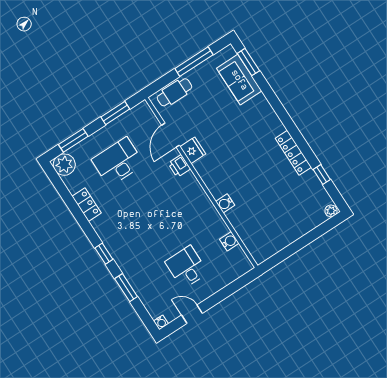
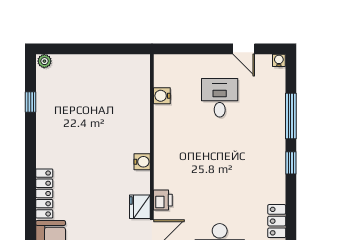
locker: (293, 153) -> (44, 193), moved
water cooler: (225, 203) -> (142, 162), moved
desk: (186, 267) -> (220, 98), turned 180
window: (126, 288) -> (291, 116), width x1.44

